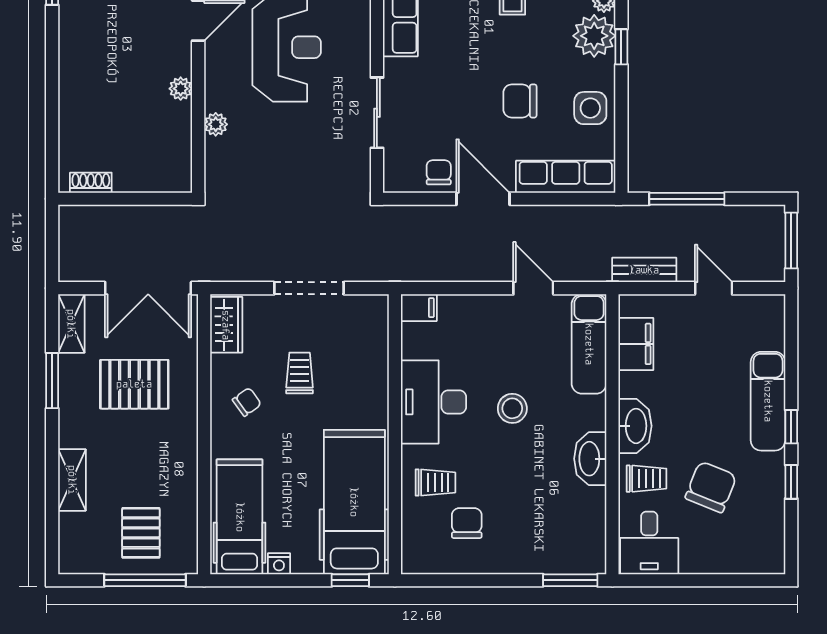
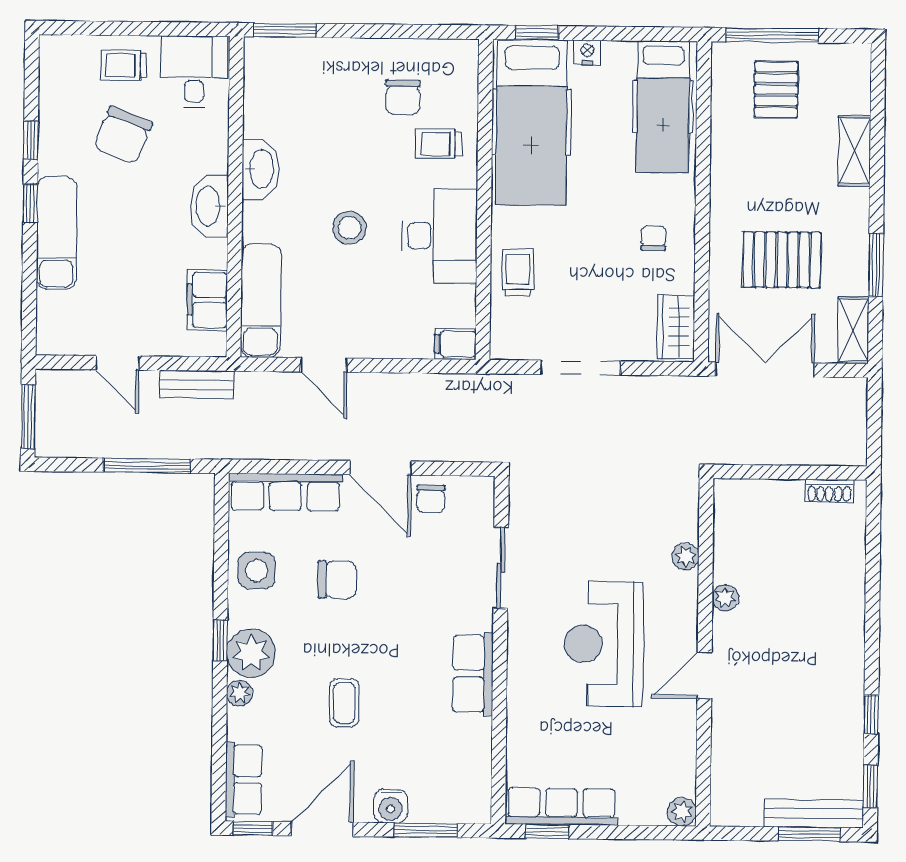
trolley: (300, 373) -> (518, 273), moved, turned 180
chair: (247, 402) -> (653, 238), turned 126
trolley: (647, 479) -> (124, 65), moved
nightstand: (279, 564) -> (587, 52), moved

